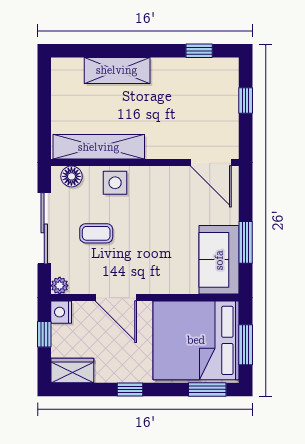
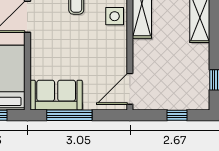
window: (246, 242) -> (69, 115), width x1.44

